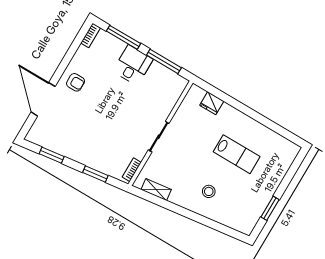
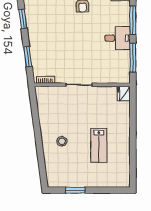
fridge: (212, 103) -> (124, 94), moved
shelving: (156, 190) -> (42, 105), removed

